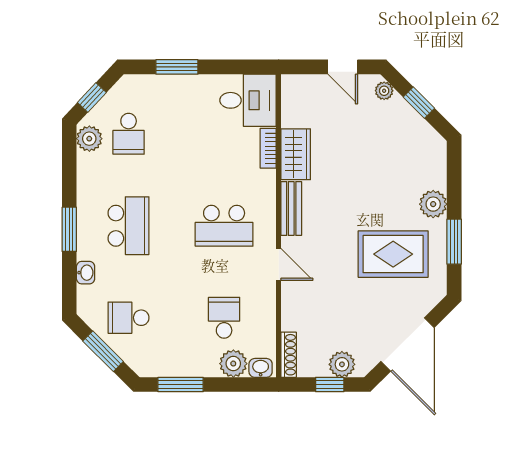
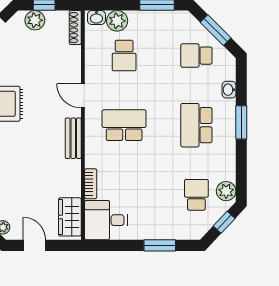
wardrobe: (296, 154) -> (70, 217), moved
school desk: (129, 318) -> (196, 56), turned 180

